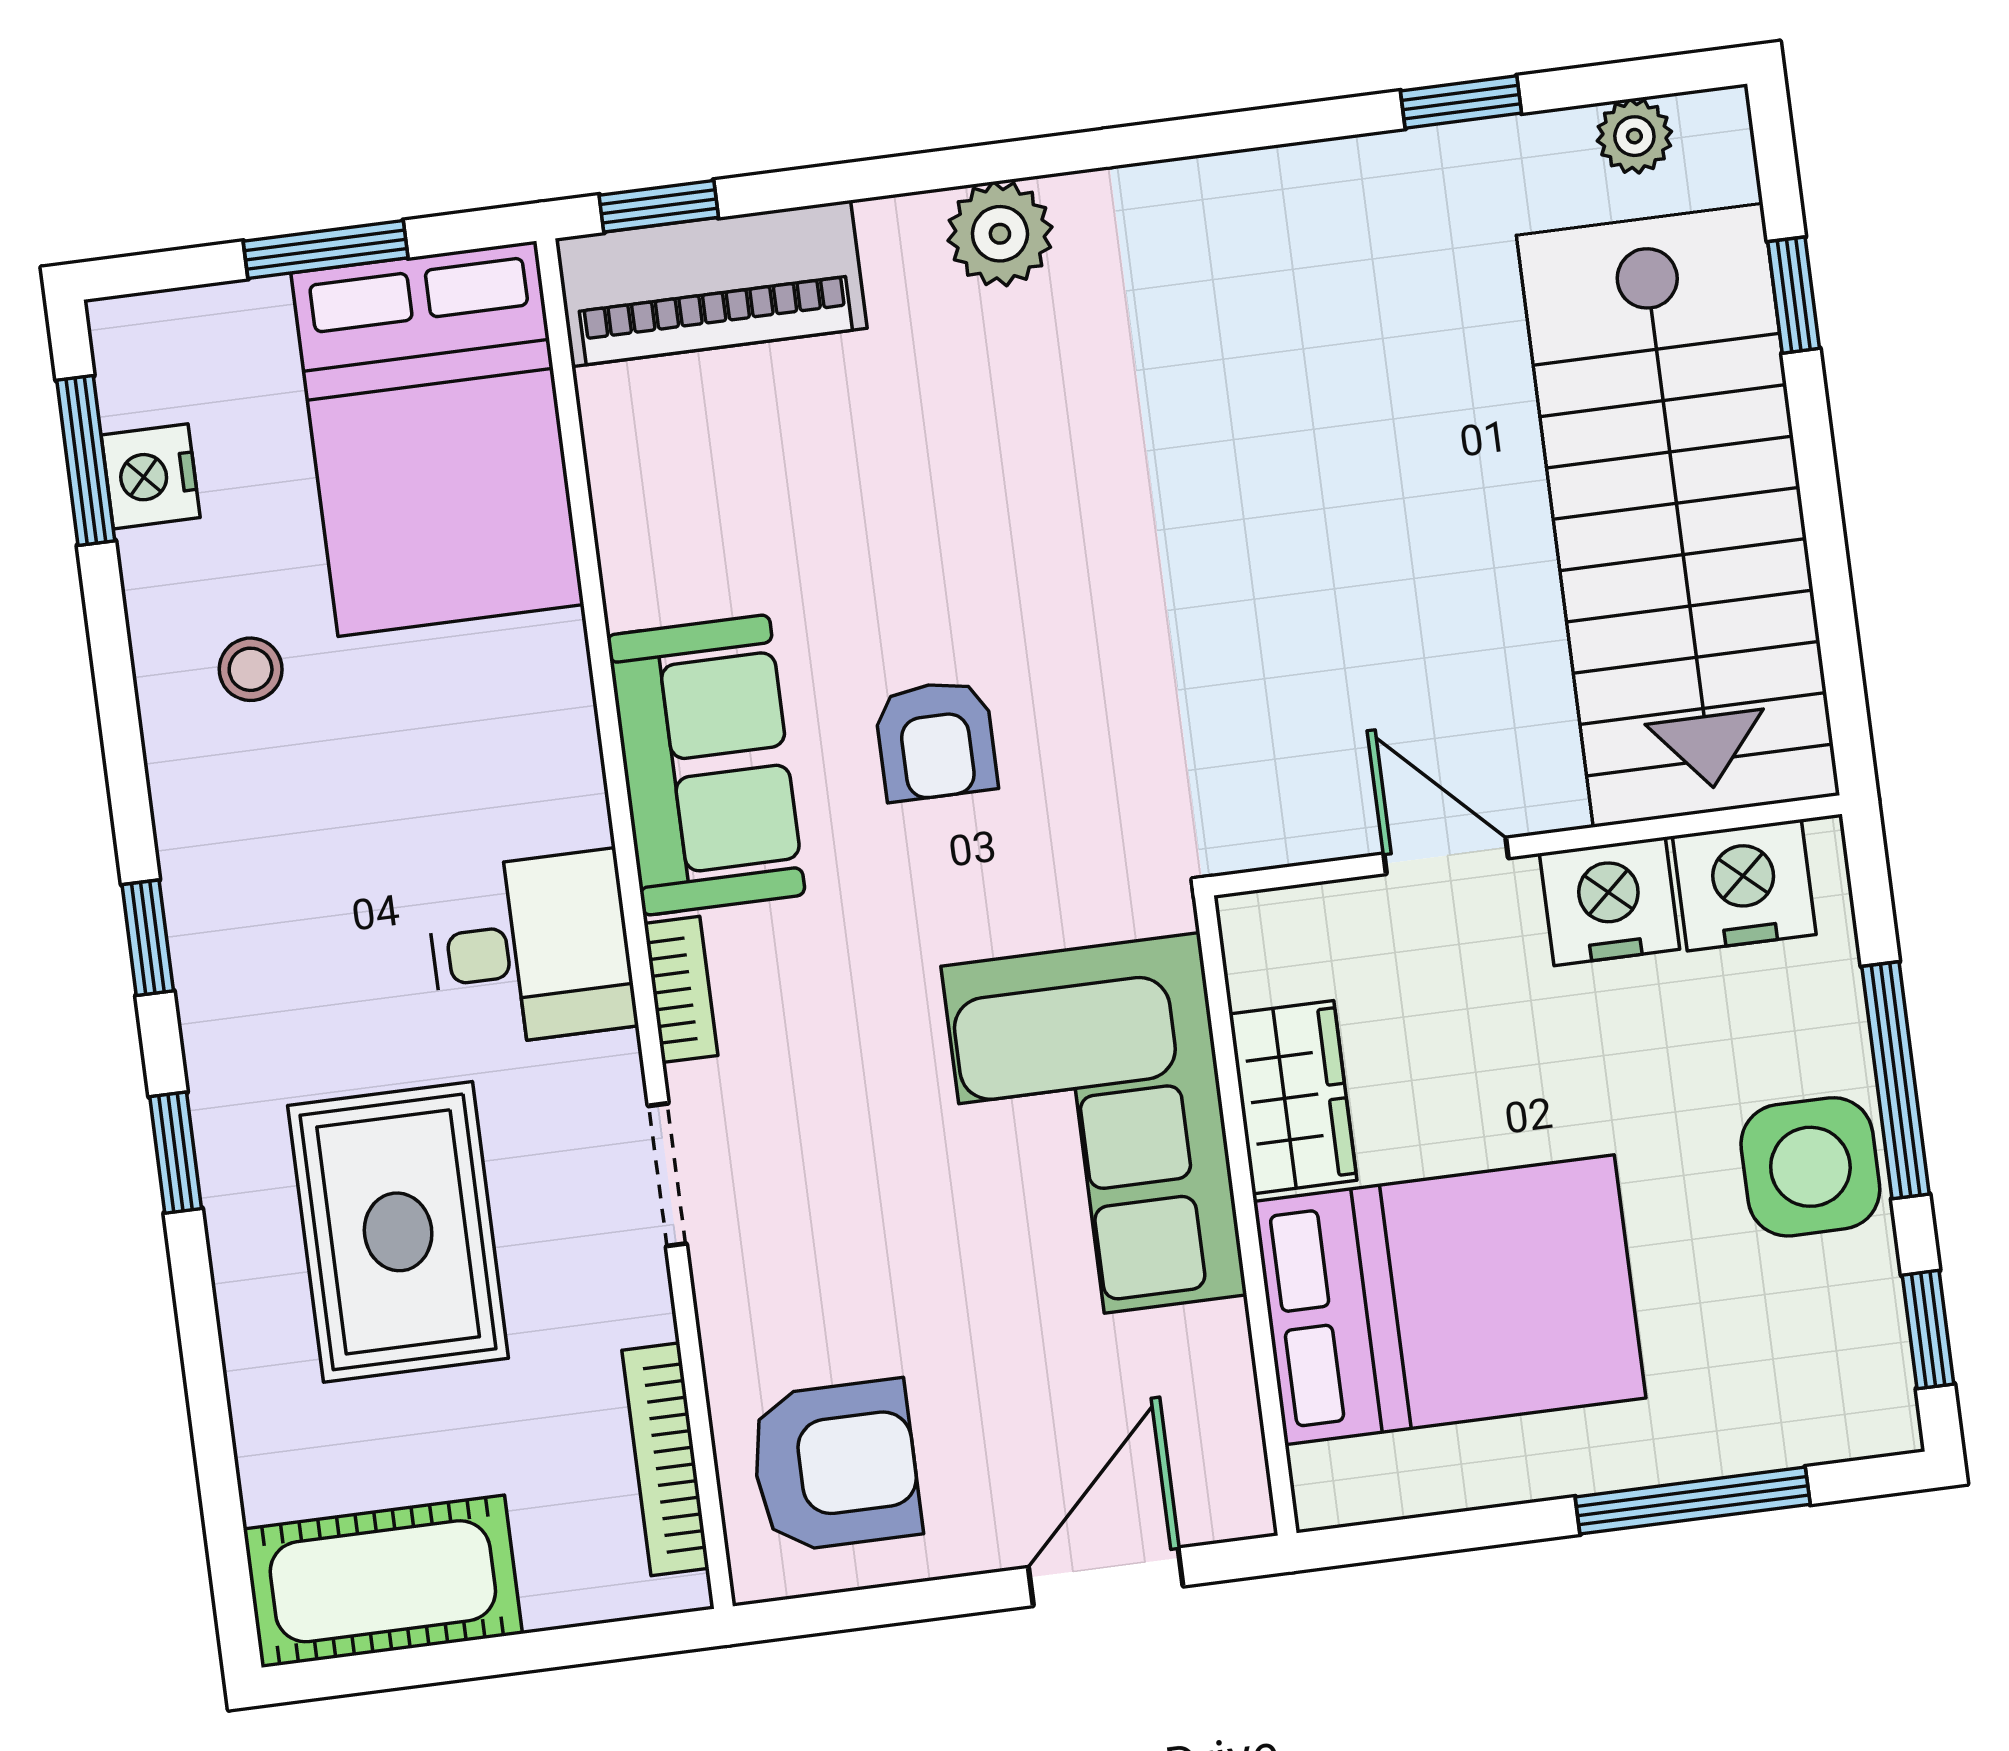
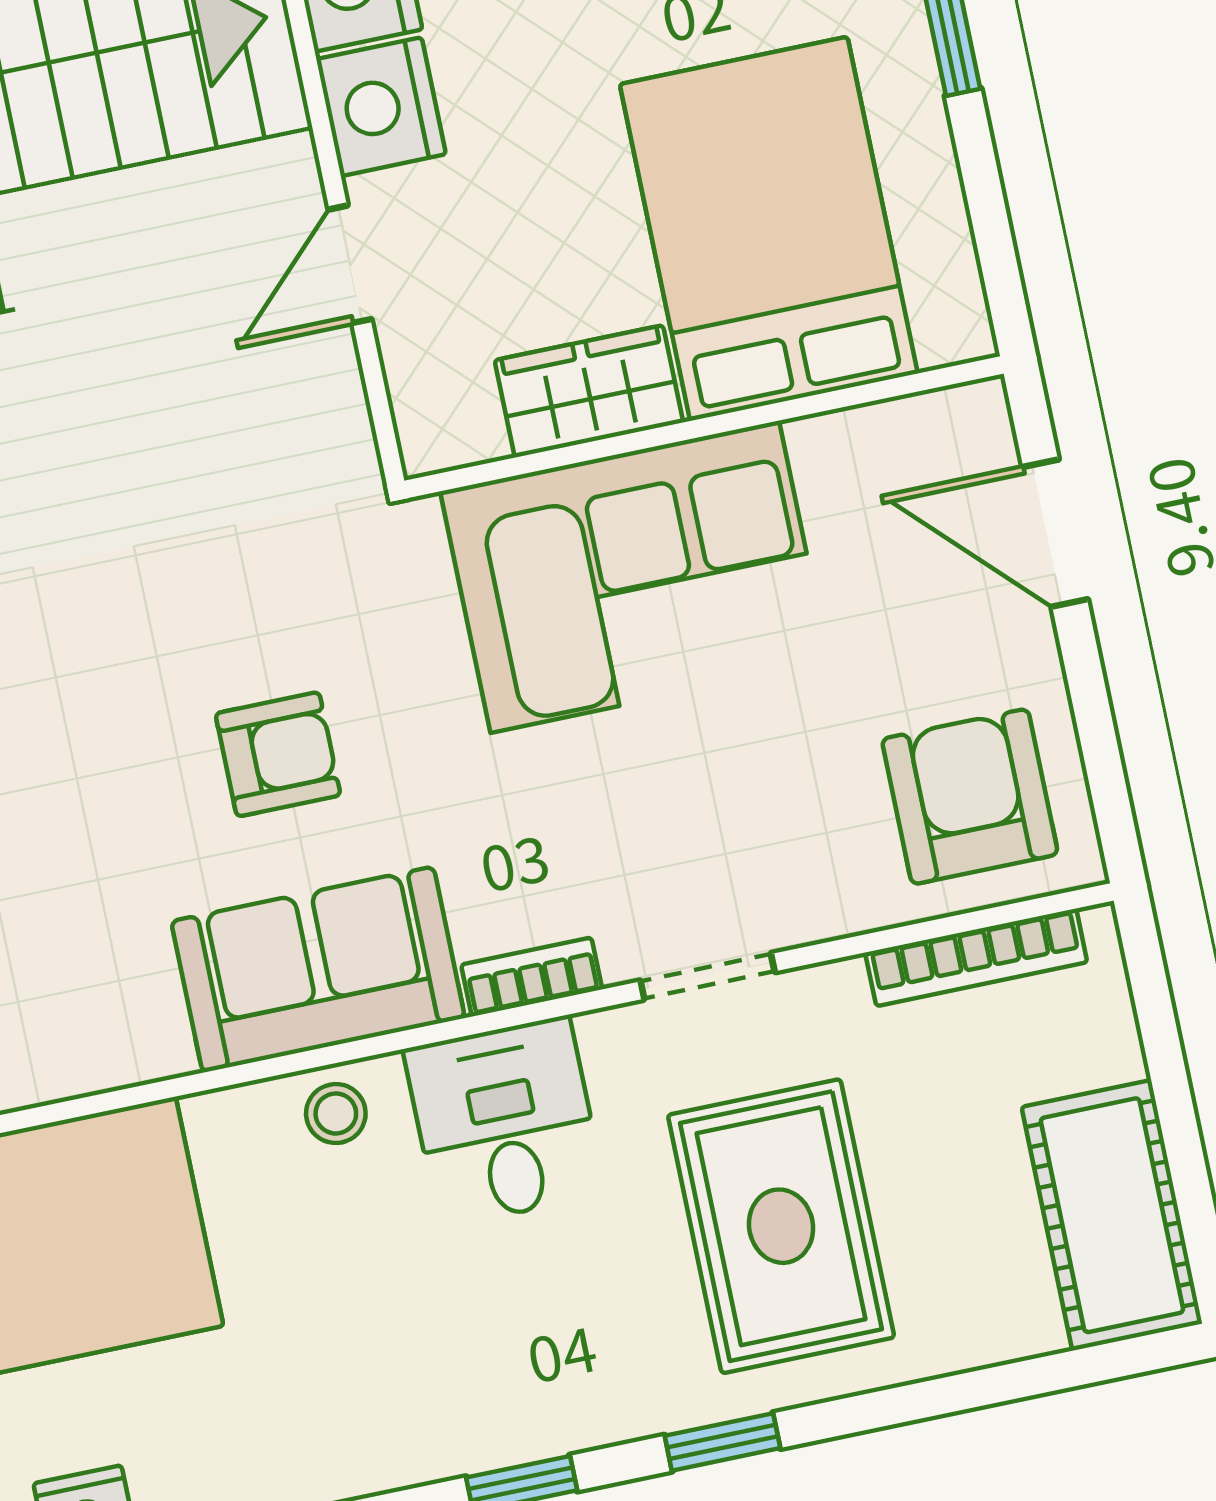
stool: (251, 669) -> (336, 1114), moved
rug: (398, 1232) -> (781, 1226), turned 90

